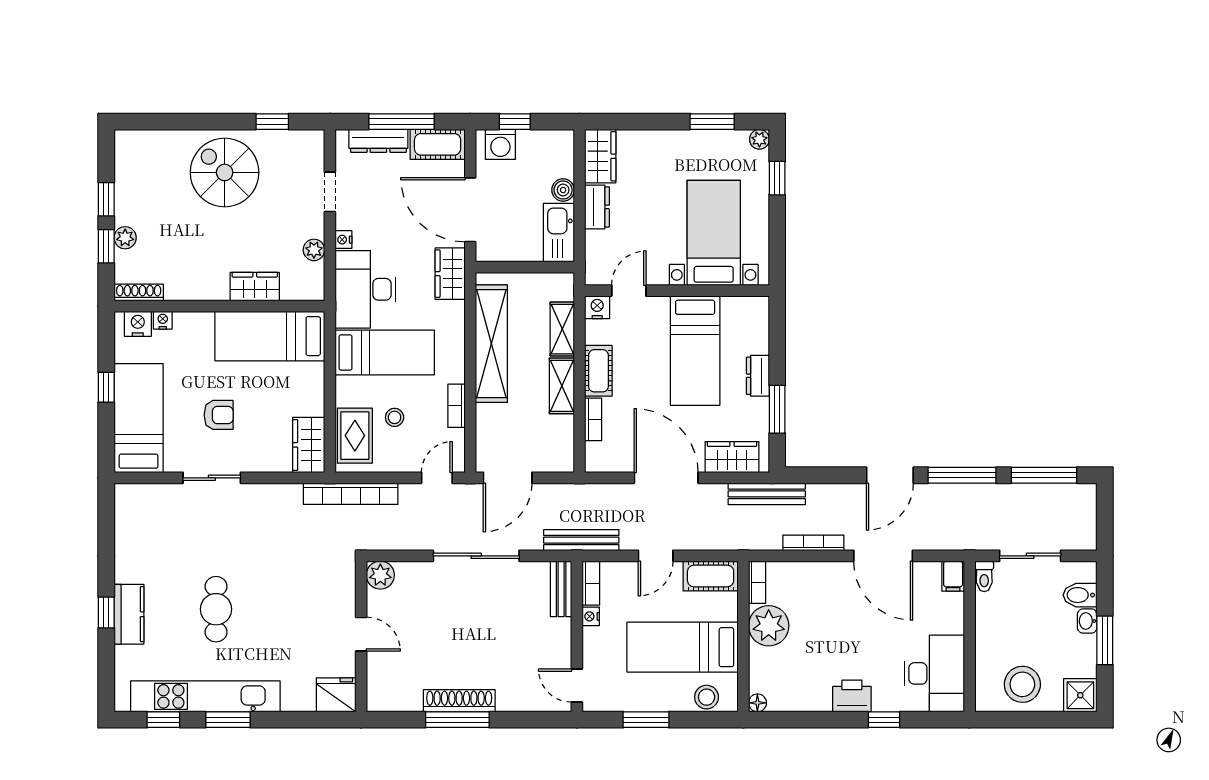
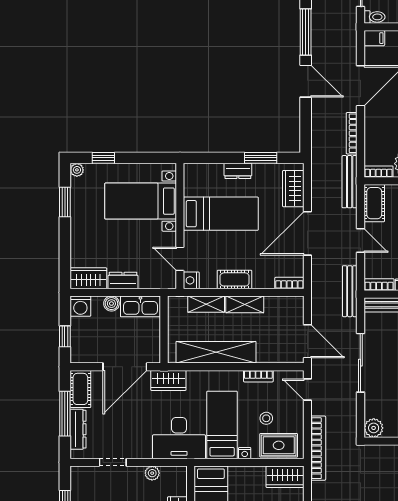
washing machine: (500, 144) -> (80, 306), moved, turned 90
nightstand: (343, 240) -> (245, 453), moved
bookcase: (593, 419) -> (289, 283), moved
bench: (767, 494) -> (350, 182), moved

